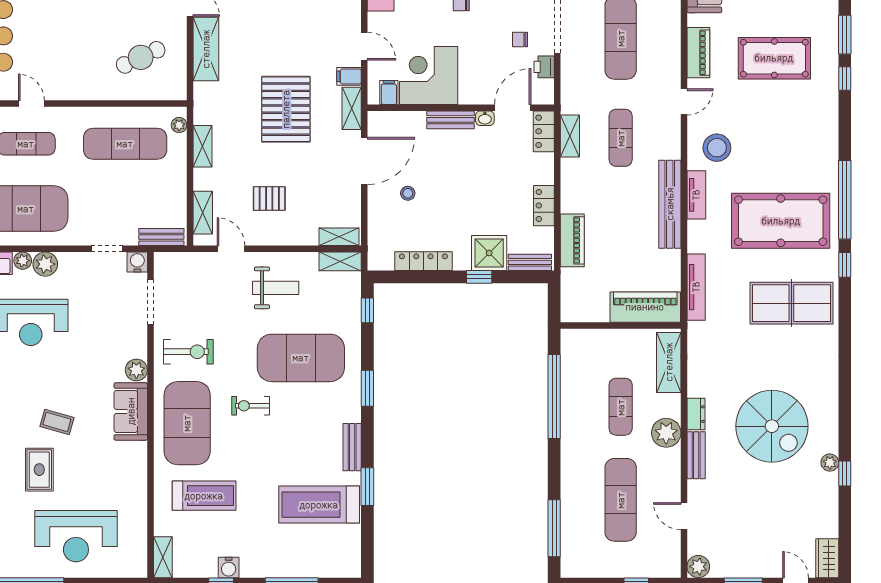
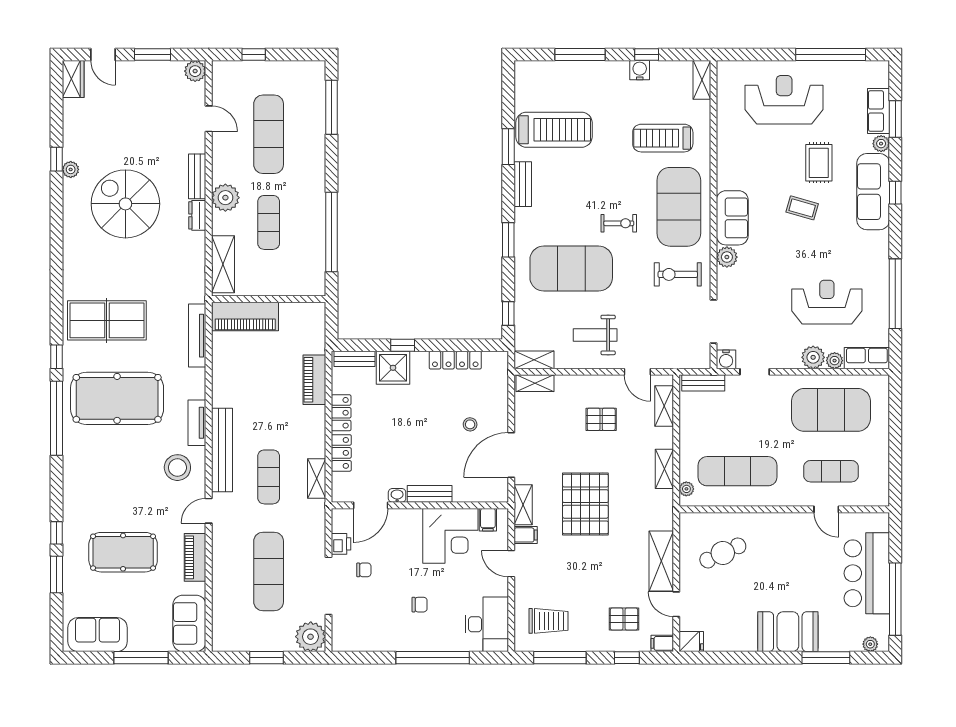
locker: (544, 131) -> (341, 453), moved
bench: (670, 204) -> (222, 450), moved

